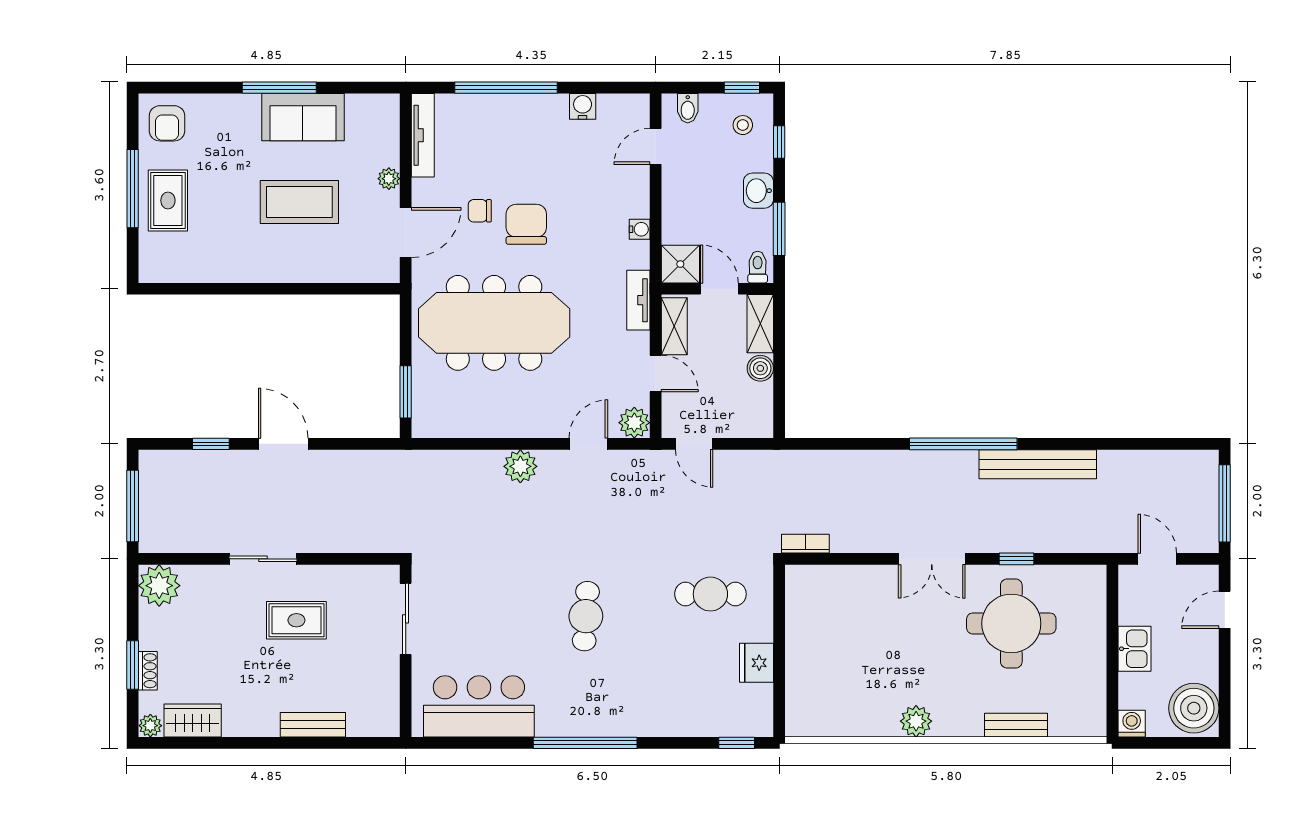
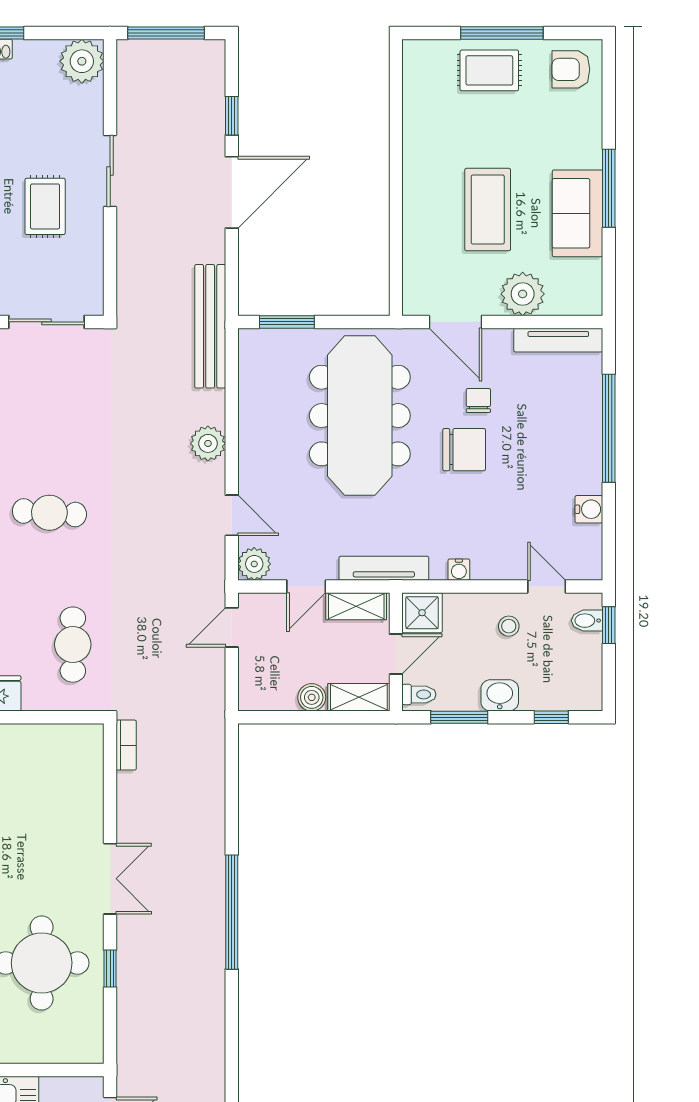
window: (742, 88) -> (609, 625), moved
stool: (743, 125) -> (509, 626), moved
plant: (389, 179) -> (523, 294), width x1.88, depth x1.88
tv unit: (638, 300) -> (384, 568), width x1.41
door: (283, 444) -> (232, 192), width x1.36
bench: (1038, 464) -> (210, 326), moved
double door: (932, 559) -> (110, 879), swing flipped

